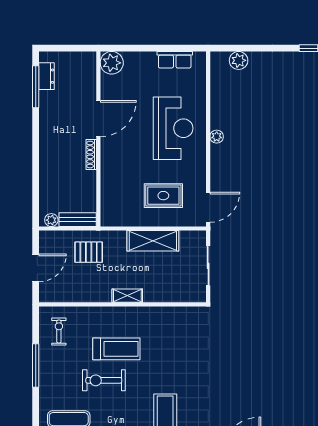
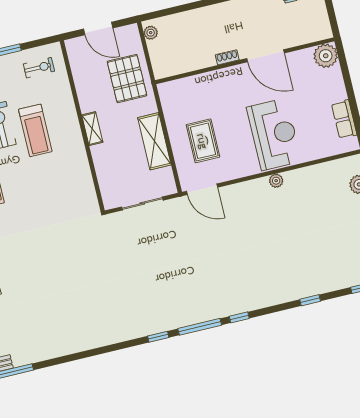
reception desk: (173, 128) -> (274, 134), turned -90
shoe rack: (91, 155) -> (227, 57), width x0.70
bench: (78, 220) -> (158, 59), removed
pallet: (89, 252) -> (127, 79), width x1.50, depth x1.42

